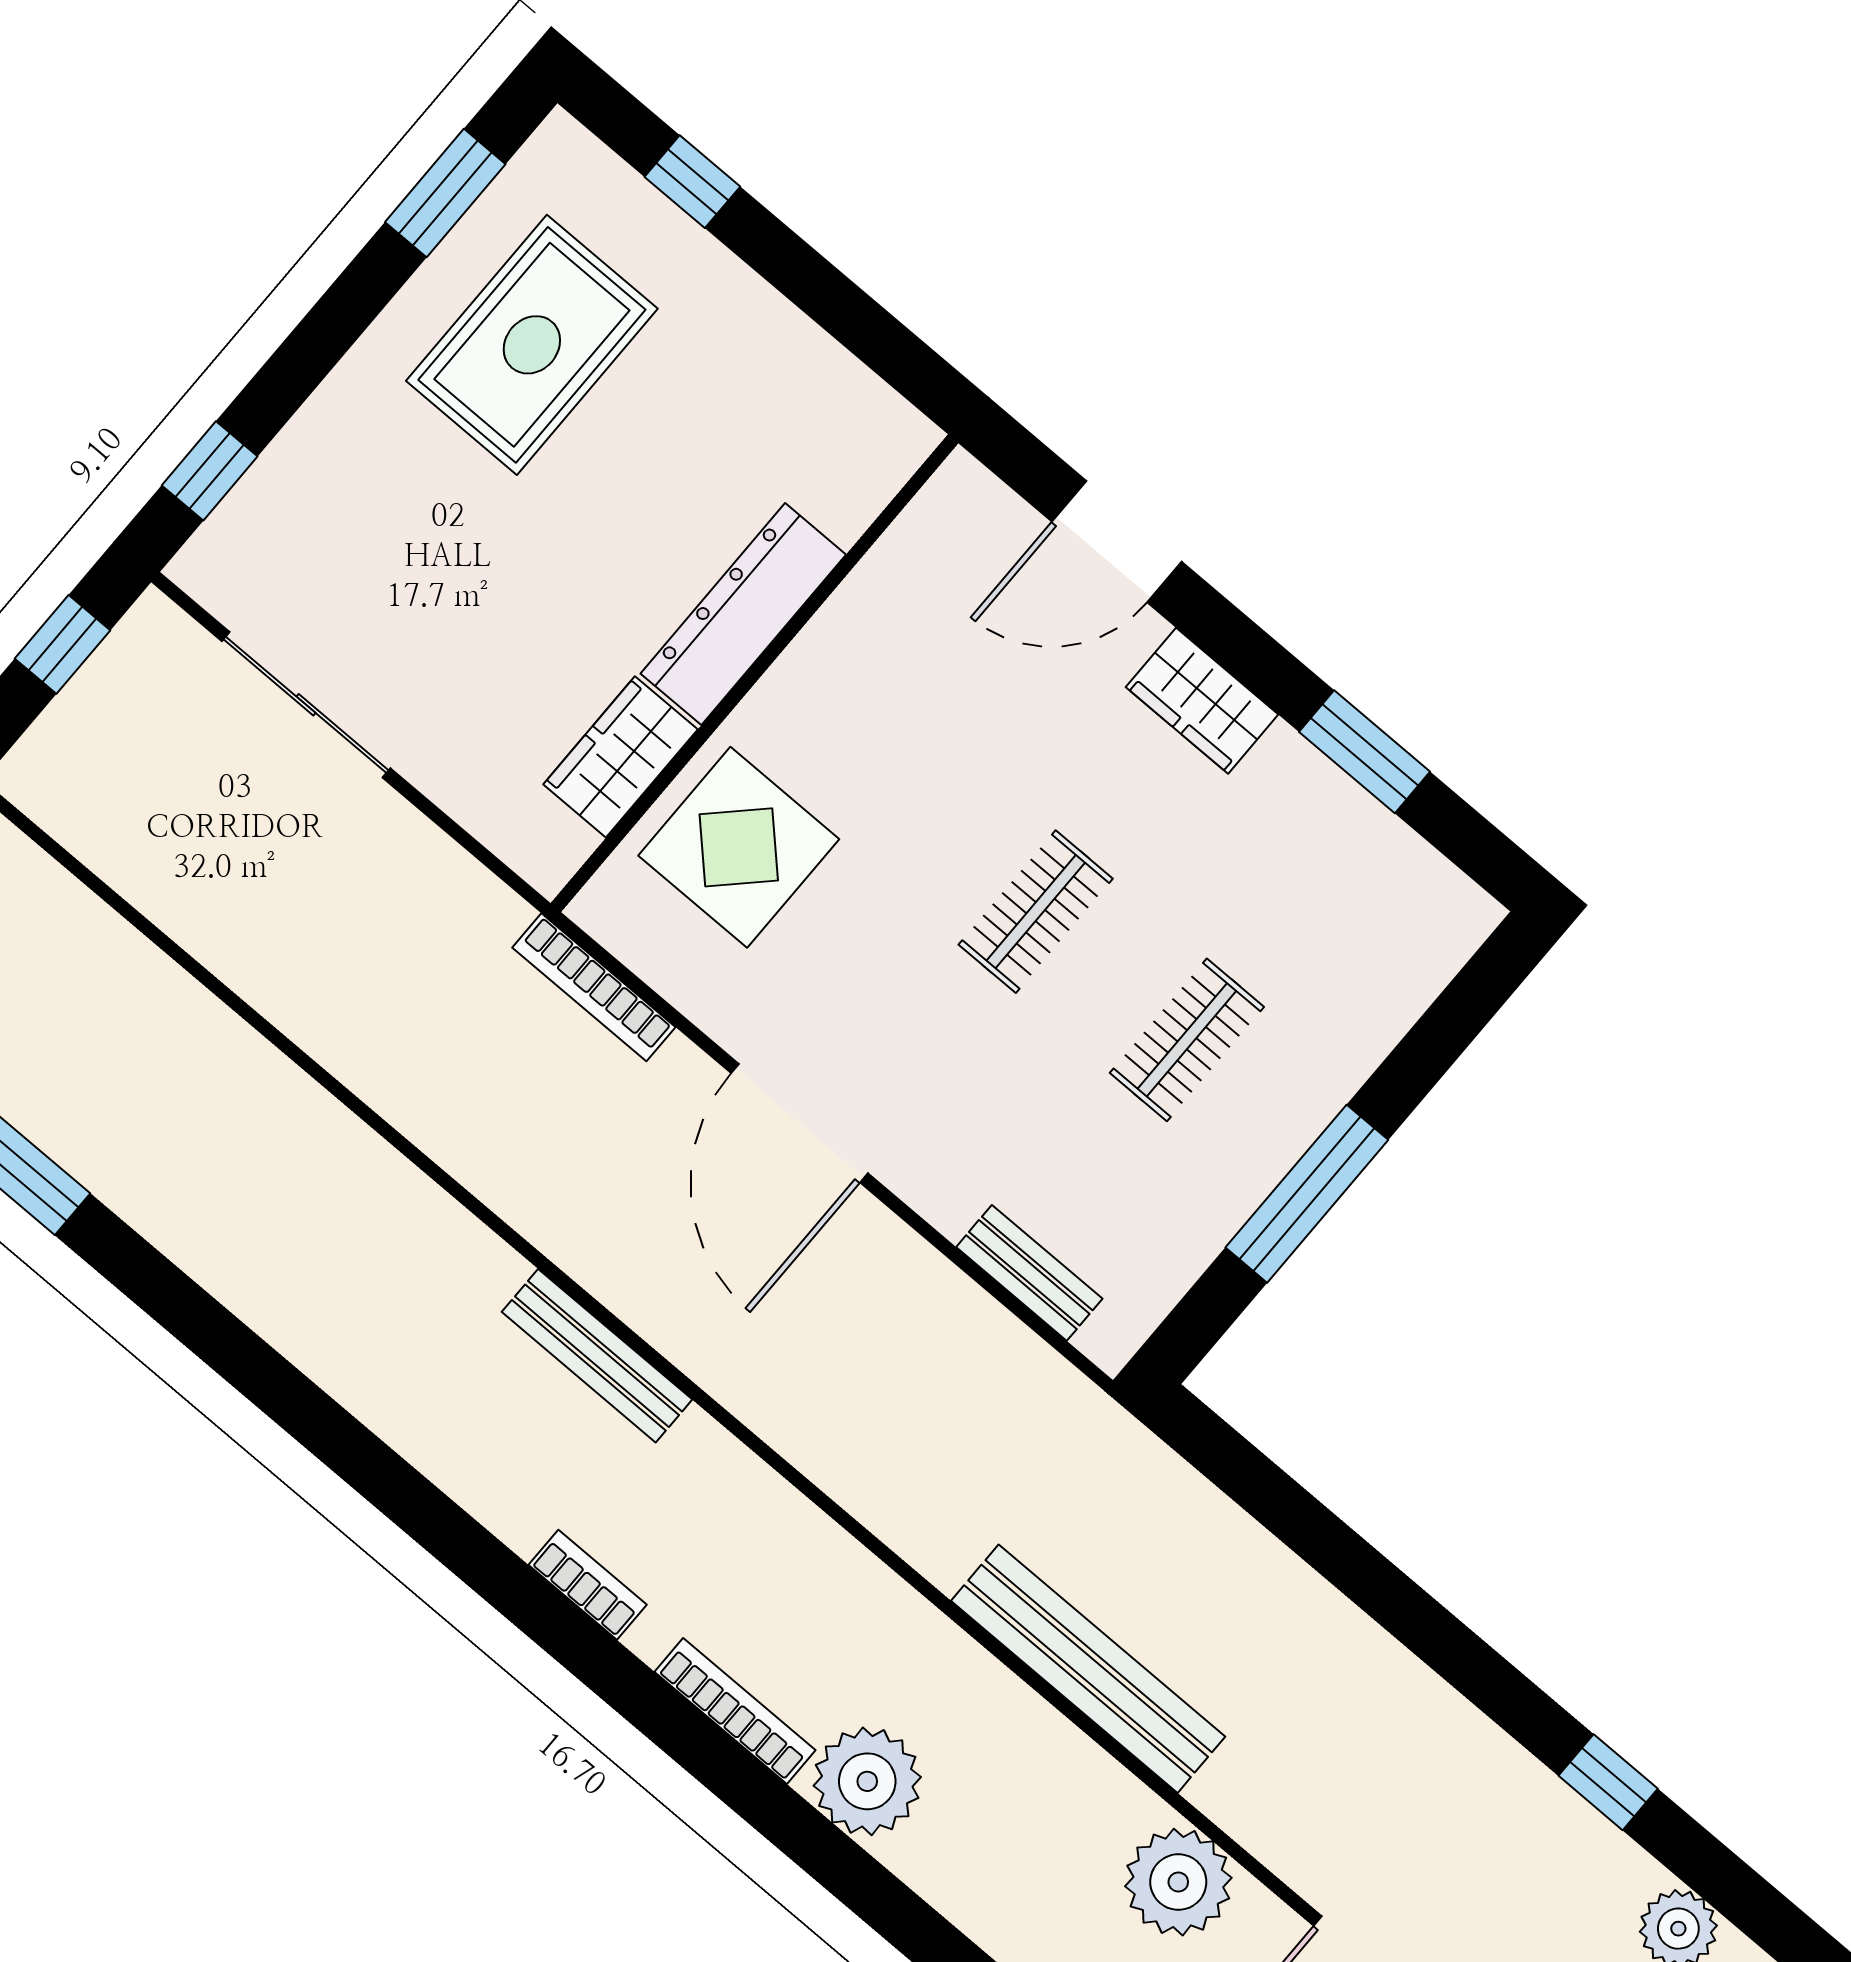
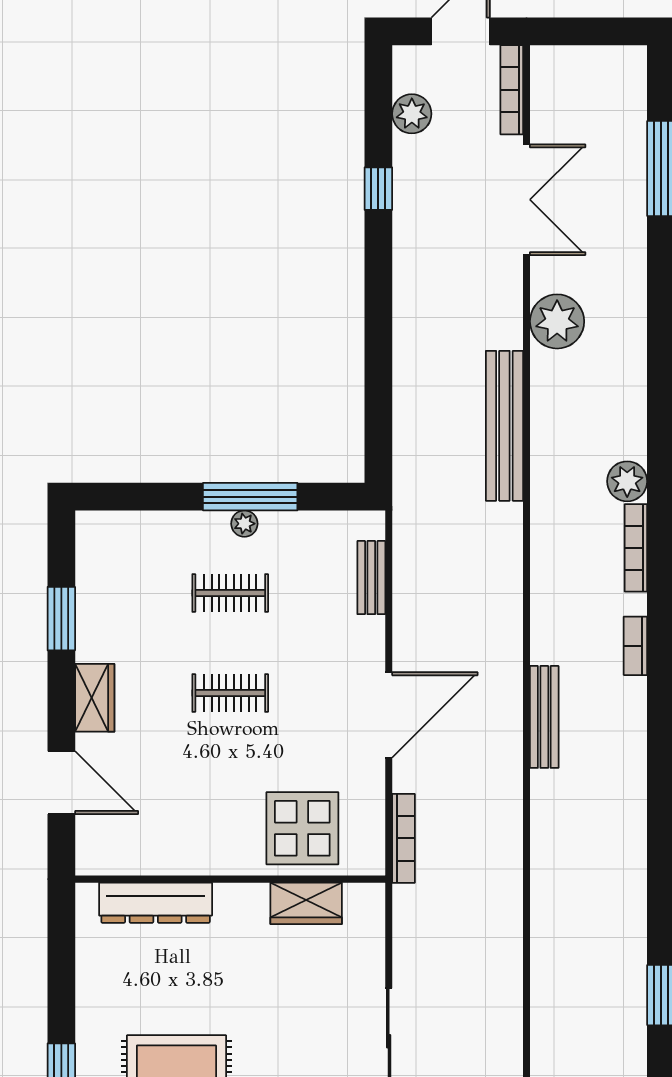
dresser: (743, 614) -> (156, 903), moved
plant: (1274, 1150) -> (244, 524), added
plant: (867, 1781) -> (627, 481), width x0.73, depth x0.73

